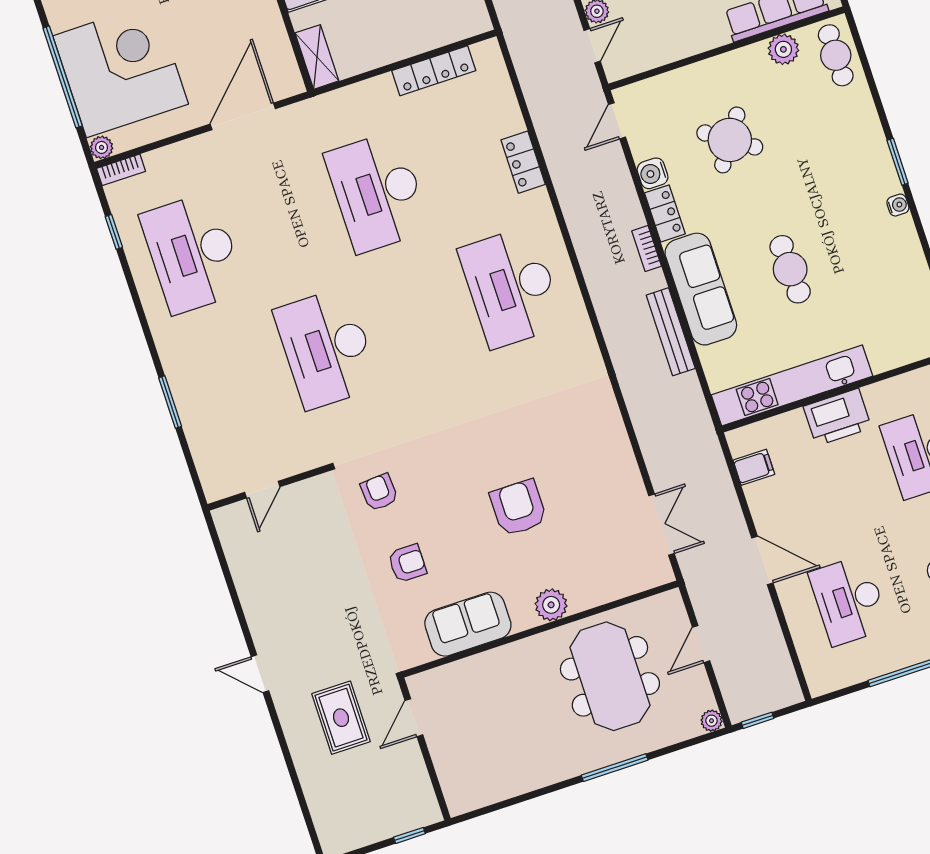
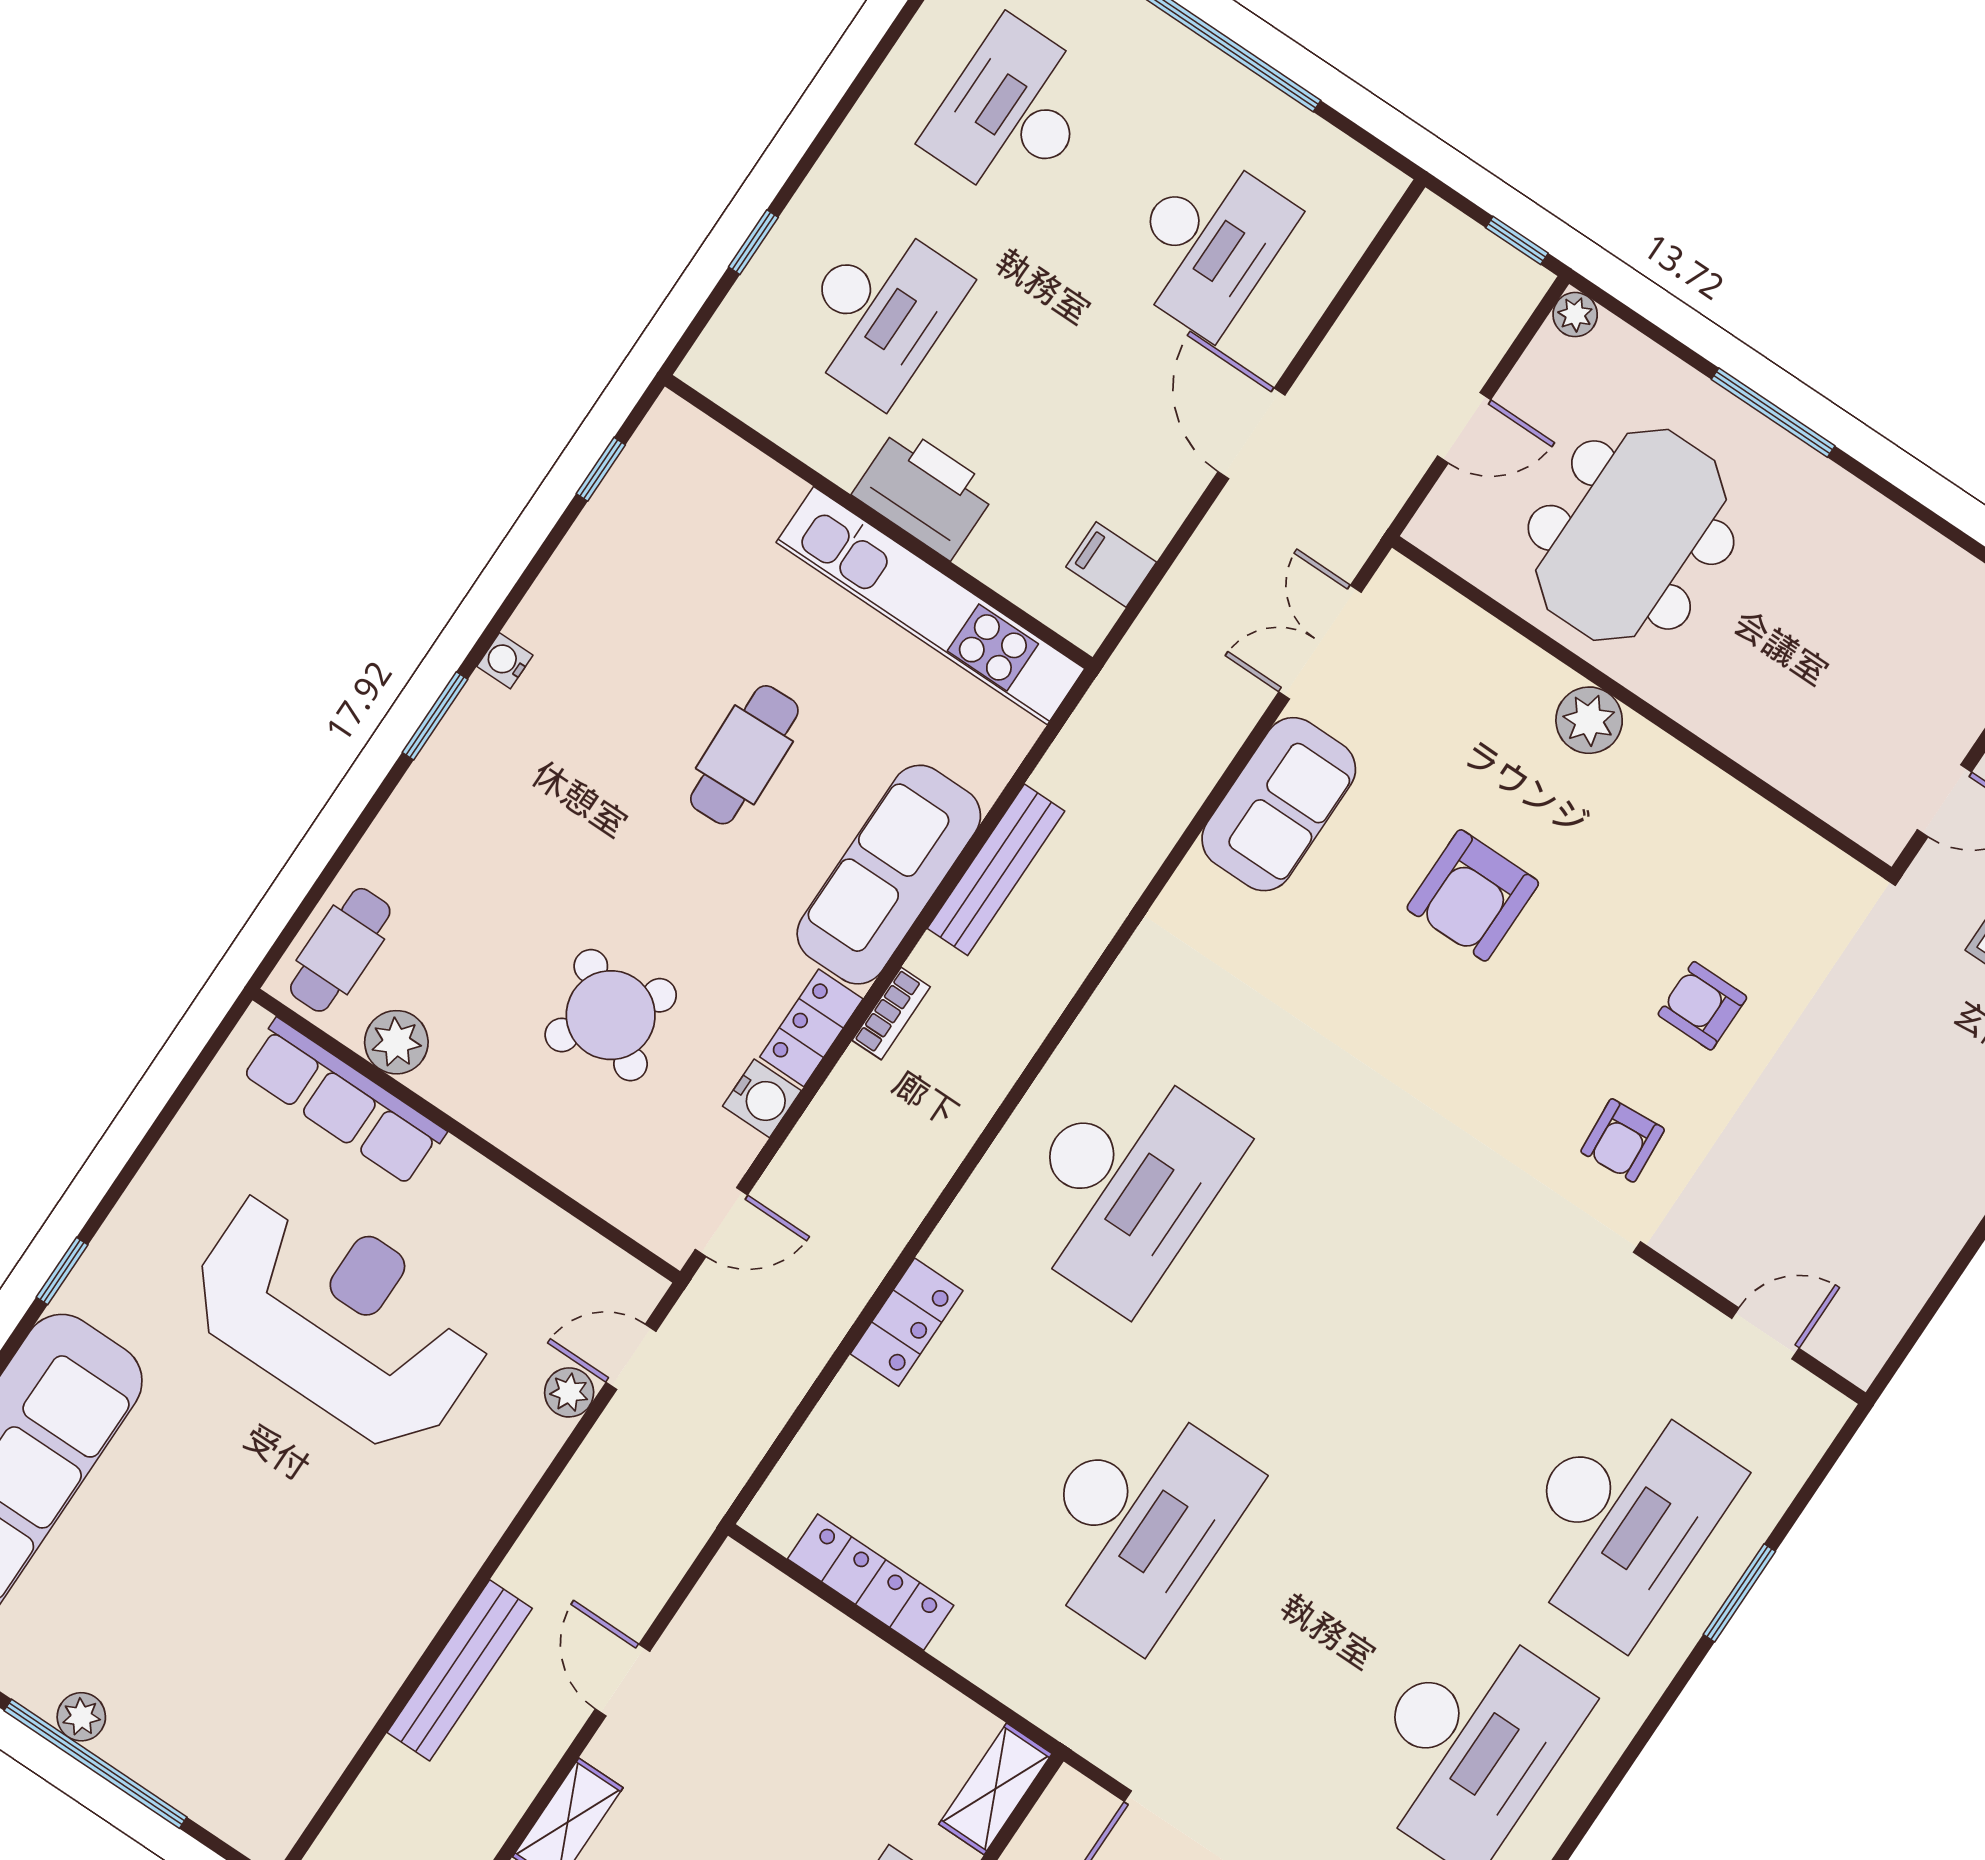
desk: (327, 348) -> (1621, 1518), moved
sofa: (468, 624) -> (1279, 804), moved, turned -90

